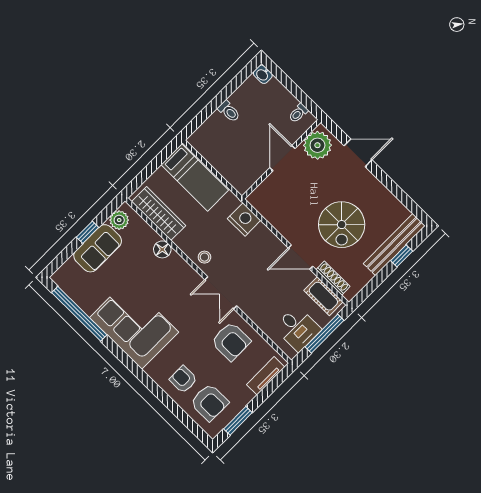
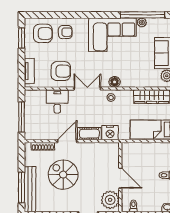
floor lamp: (162, 249) -> (115, 82), moved
window: (402, 256) -> (22, 187), width x2.17
cot: (323, 296) -> (89, 134), moved
plant: (88, 306) -> (142, 22), added
desk: (298, 329) -> (57, 101), moved, turned 90
armchair: (231, 341) -> (61, 71), turned 180
armchair: (209, 402) -> (43, 33), turned 180

